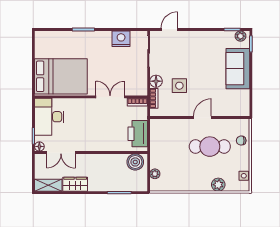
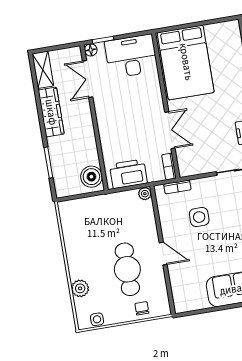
floor lamp: (156, 81) -> (200, 186), removed
plant: (155, 174) -> (145, 194), moved
wardrobe: (75, 184) -> (51, 112), width x1.50

